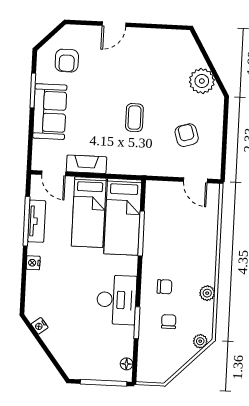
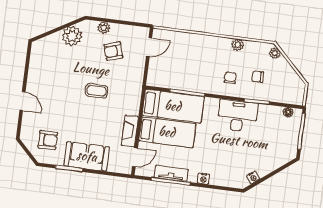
plant: (216, 120) -> (104, 28), added

